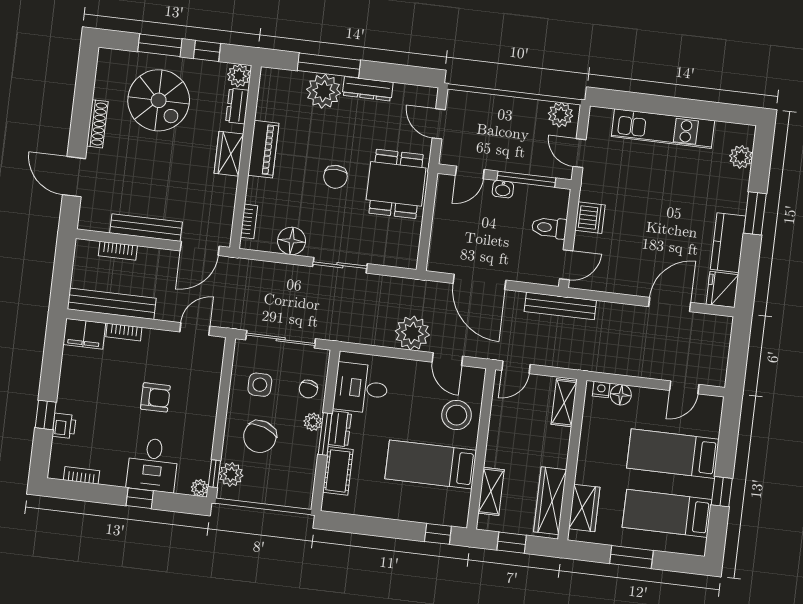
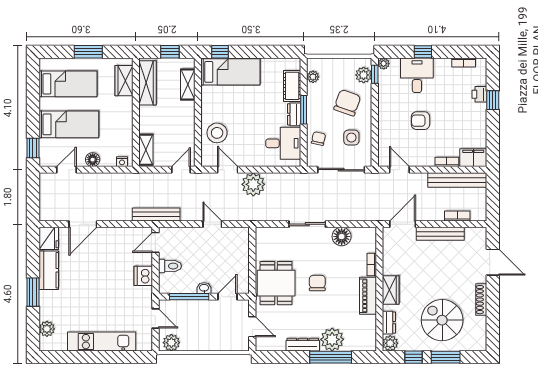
bookcase: (249, 221) -> (372, 264), moved
door: (479, 282) -> (212, 224), width x0.53
door: (195, 329) -> (399, 170), swing flipped
floor lamp: (621, 395) -> (93, 160), moved
plant: (313, 422) -> (313, 77), moved
bed: (431, 465) -> (230, 72), moved
window: (722, 492) -> (33, 148), moved

